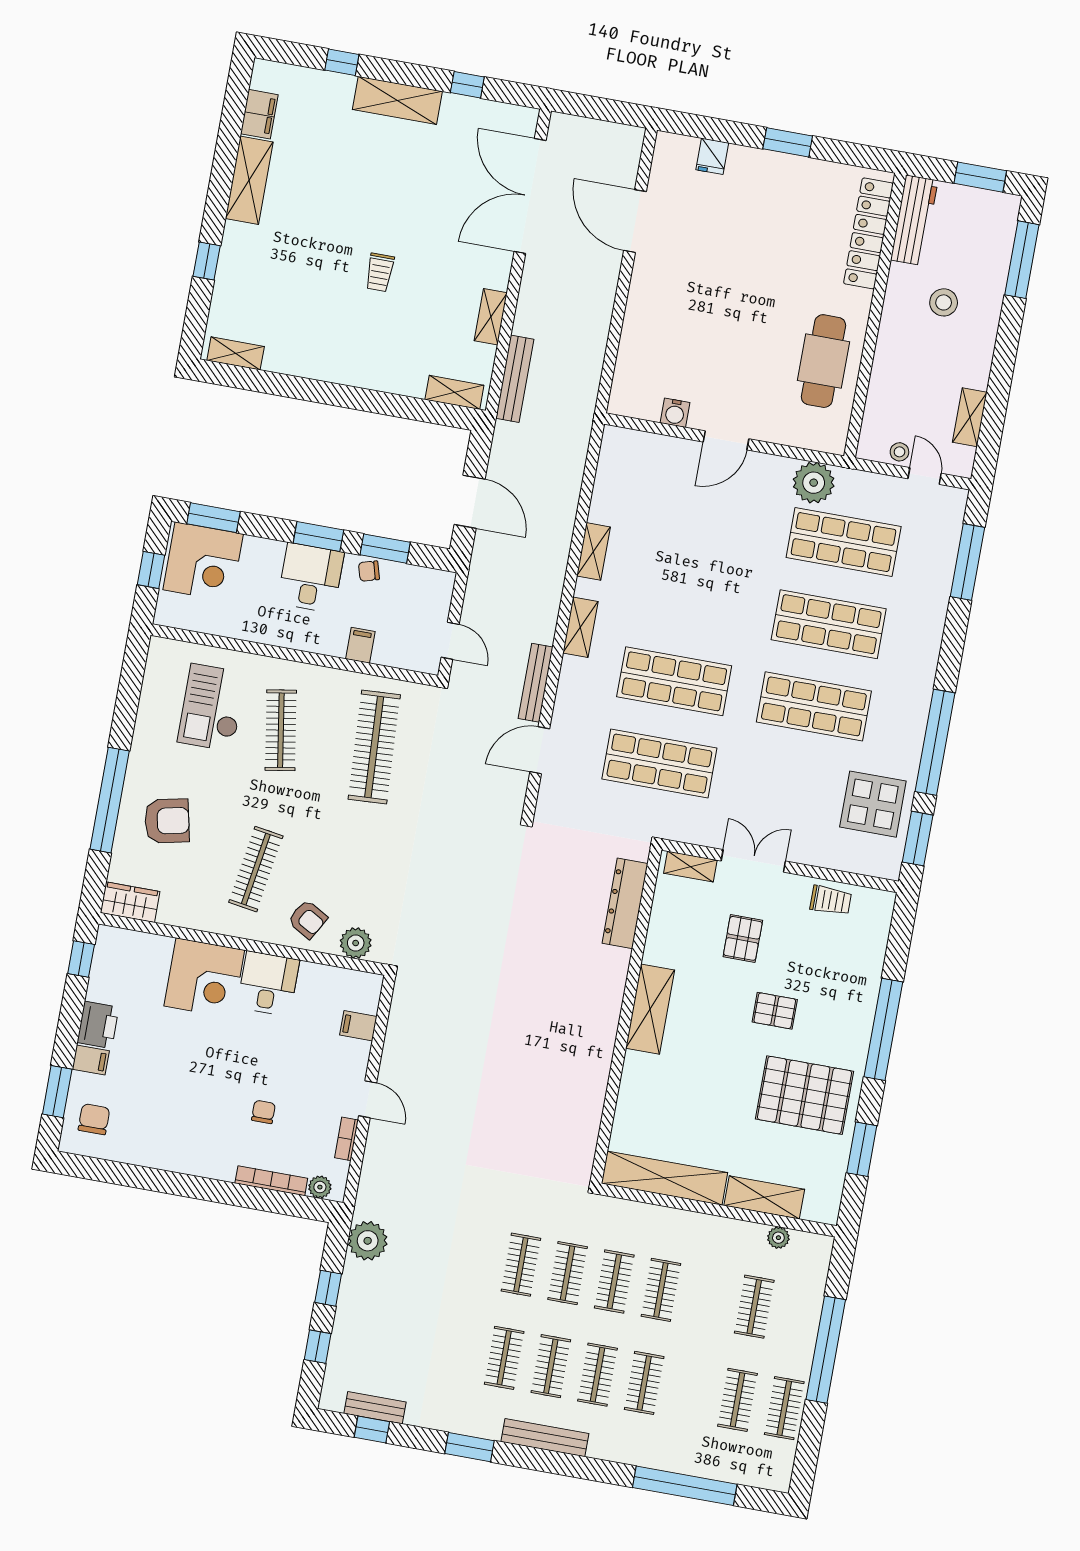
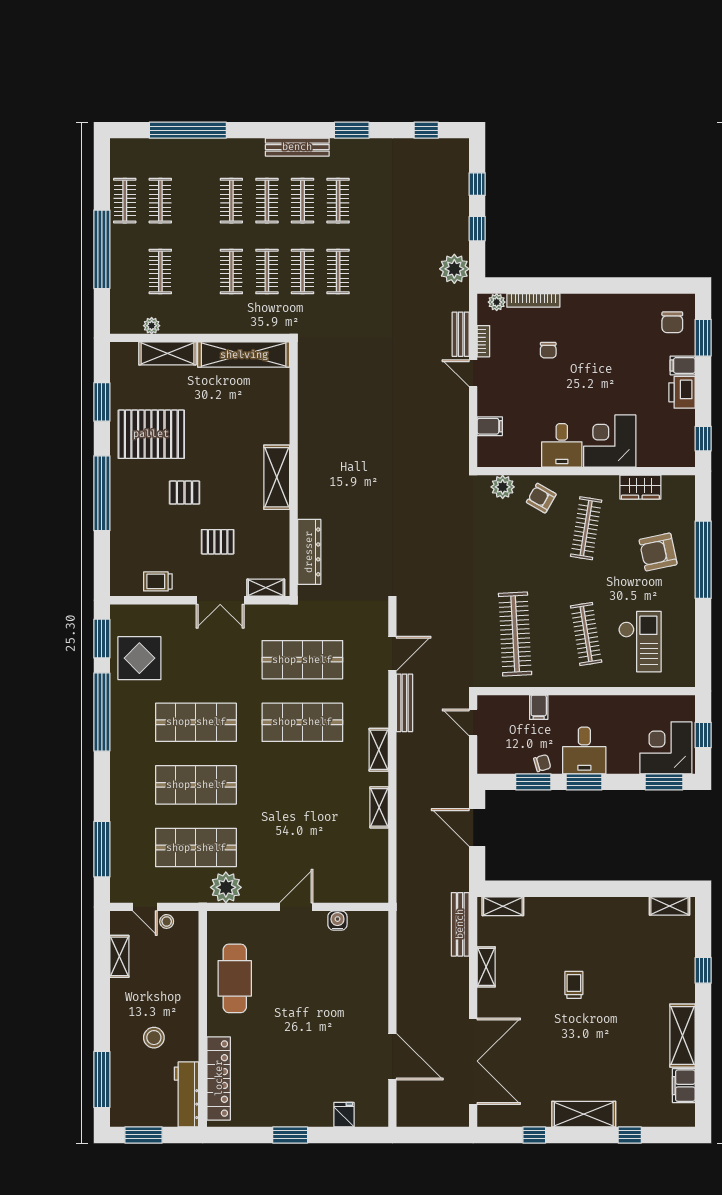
wardrobe: (130, 902) -> (640, 487), moved
pallet: (743, 938) -> (218, 542), turned 90
bench: (375, 1408) -> (461, 334), moved, turned 90

